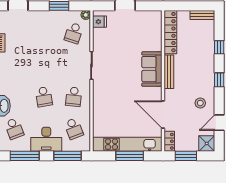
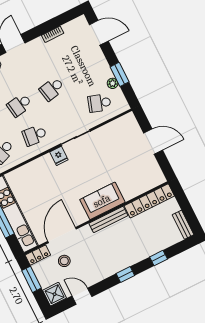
plant: (86, 15) -> (113, 83), moved
fridge: (99, 22) -> (59, 156), moved
school desk: (44, 65) -> (52, 89), added
stool: (200, 103) -> (64, 261), moved

